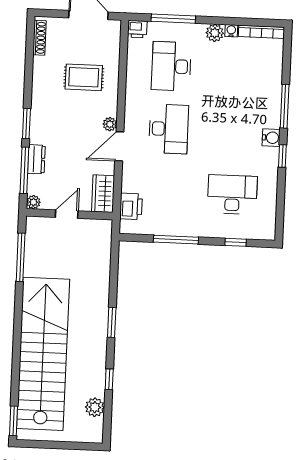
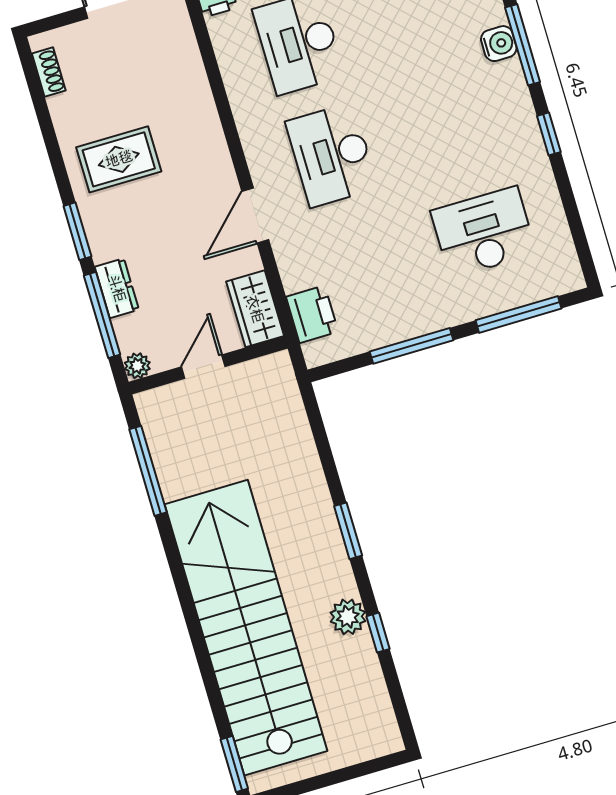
shoe rack: (40, 38) -> (49, 72), width x0.70
rug: (84, 77) -> (119, 159), moved
plant: (110, 124) -> (225, 182), removed
desk: (169, 129) -> (332, 155), turned 180
water cooler: (271, 138) -> (499, 44), moved
window: (236, 242) -> (519, 314), width x2.17
plant: (95, 407) -> (348, 617), moved

